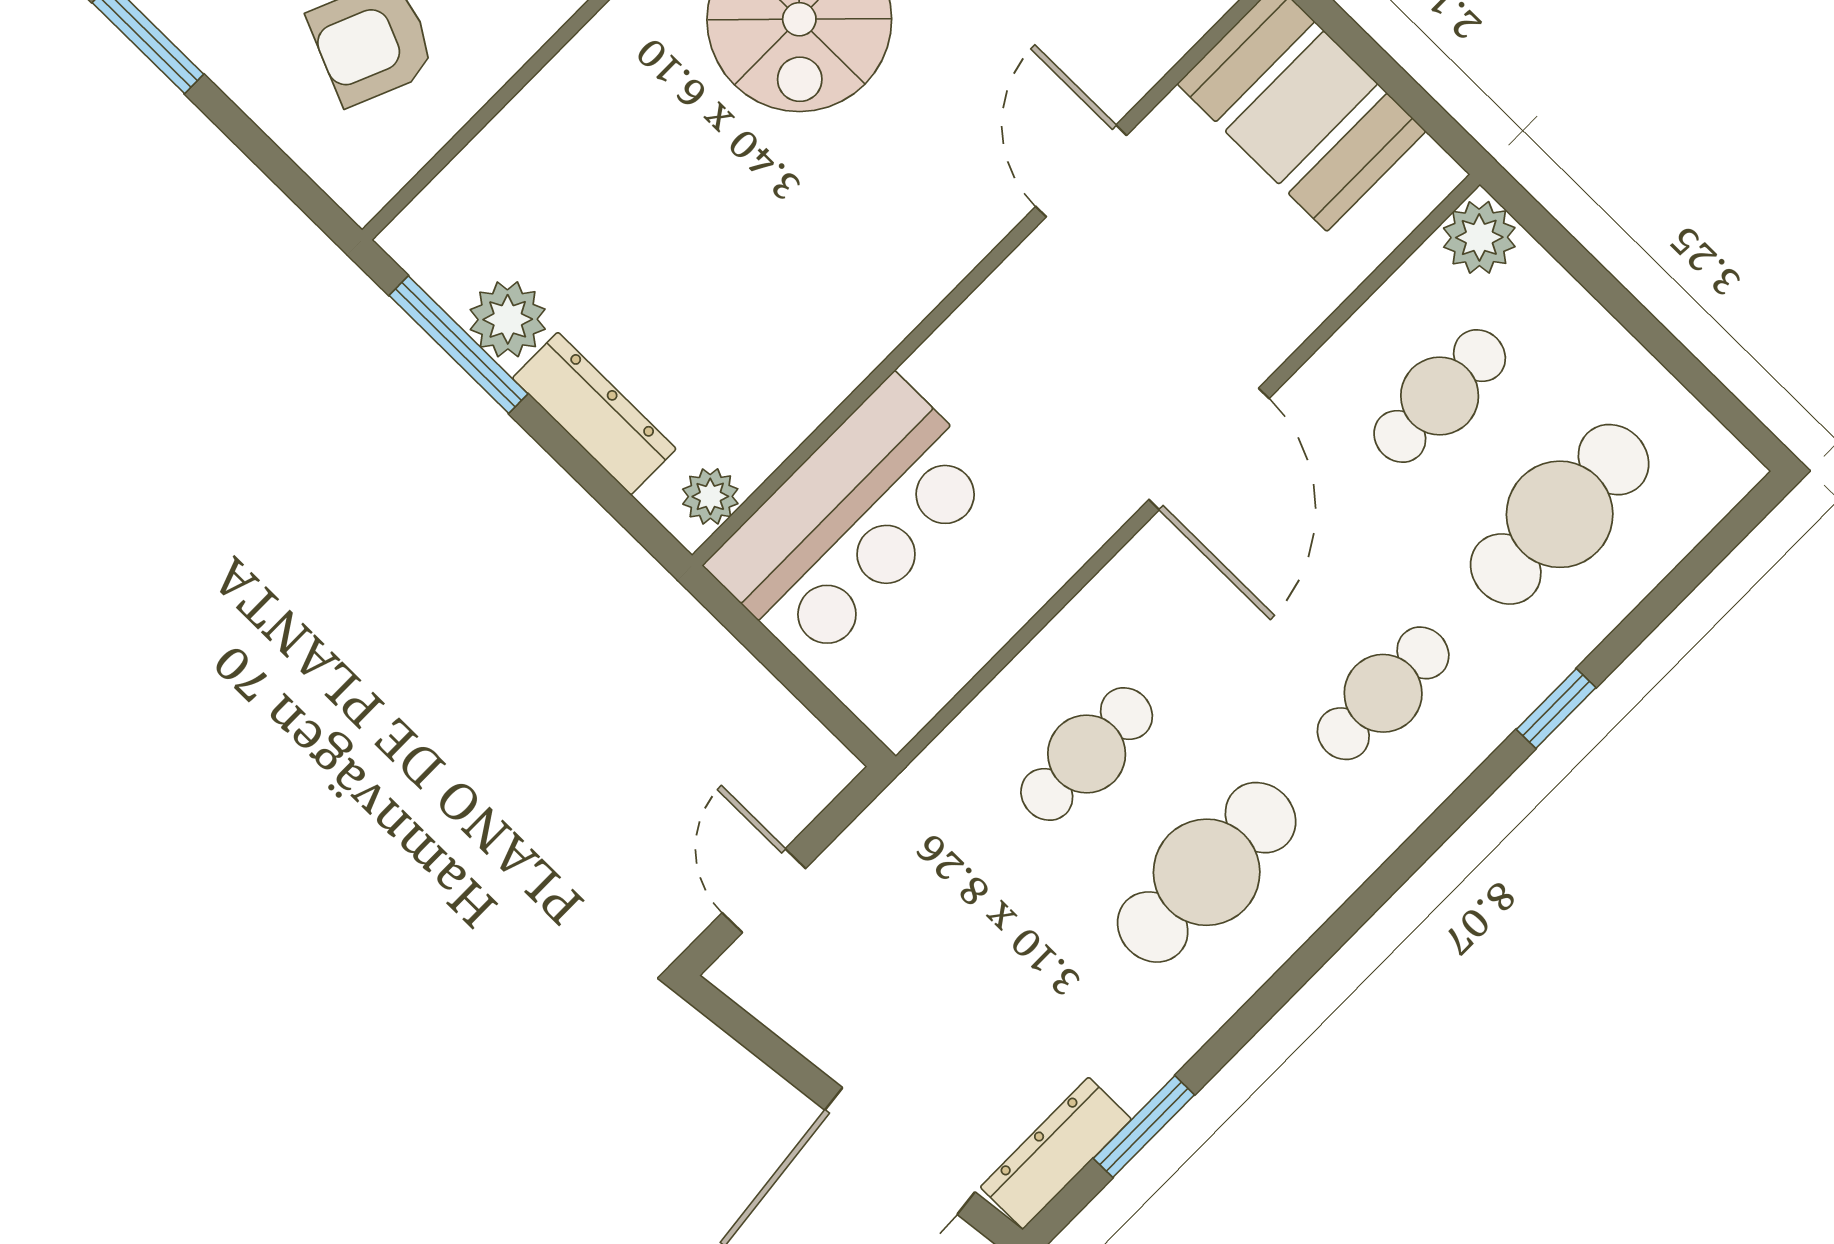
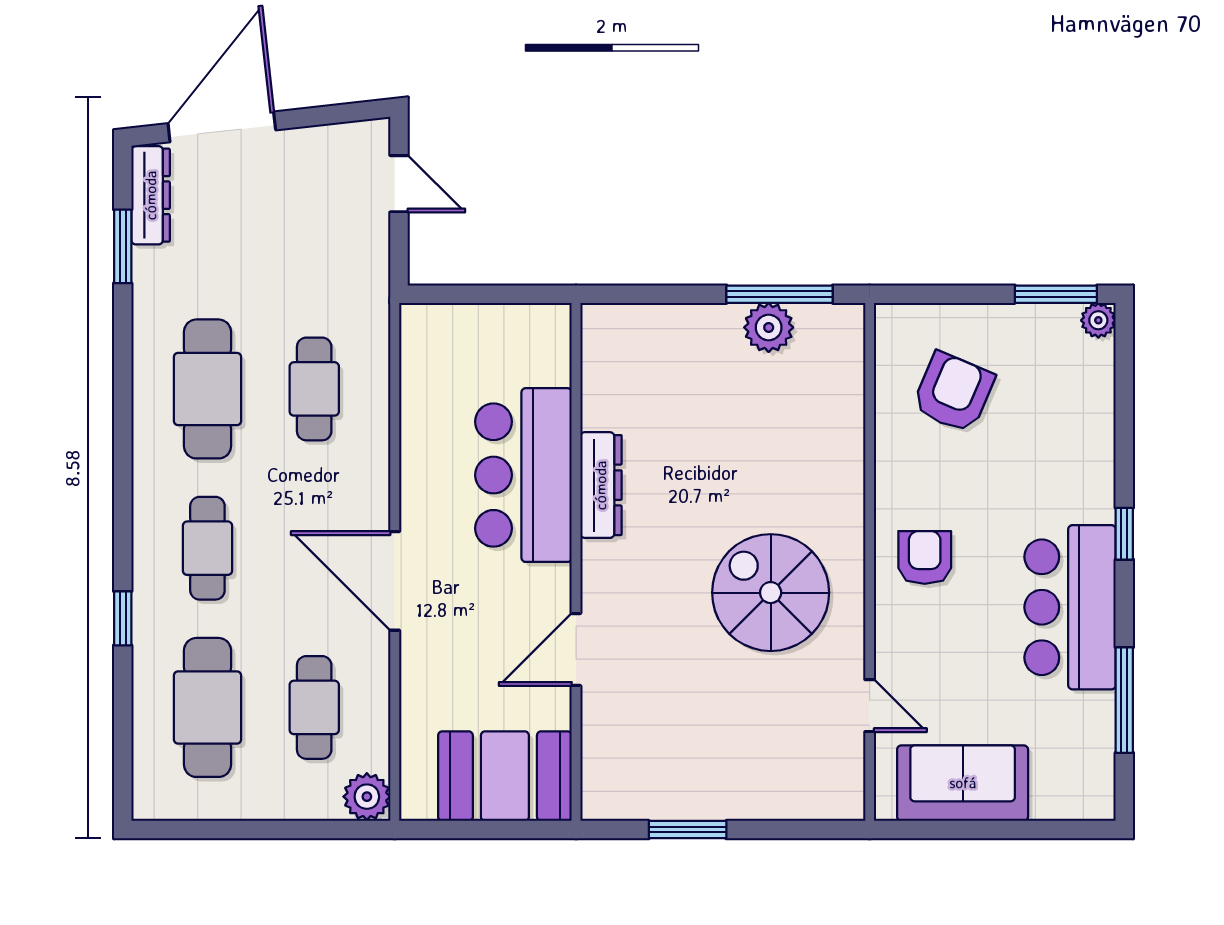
door: (1081, 171) -> (576, 650), swing flipped
dresser: (594, 414) -> (601, 485), moved, turned -90
plant: (710, 496) -> (599, 338), removed
bar counter: (852, 521) -> (523, 475), moved

